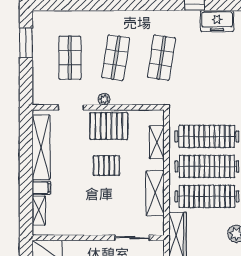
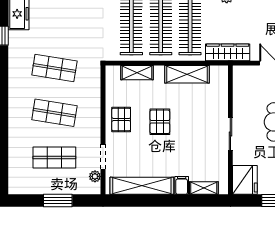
window: (26, 43) -> (58, 200), moved
plant: (104, 99) -> (95, 176), moved
pallet: (109, 126) -> (121, 120), width x0.67, depth x0.71
sliding door: (132, 238) -> (230, 134), moved

